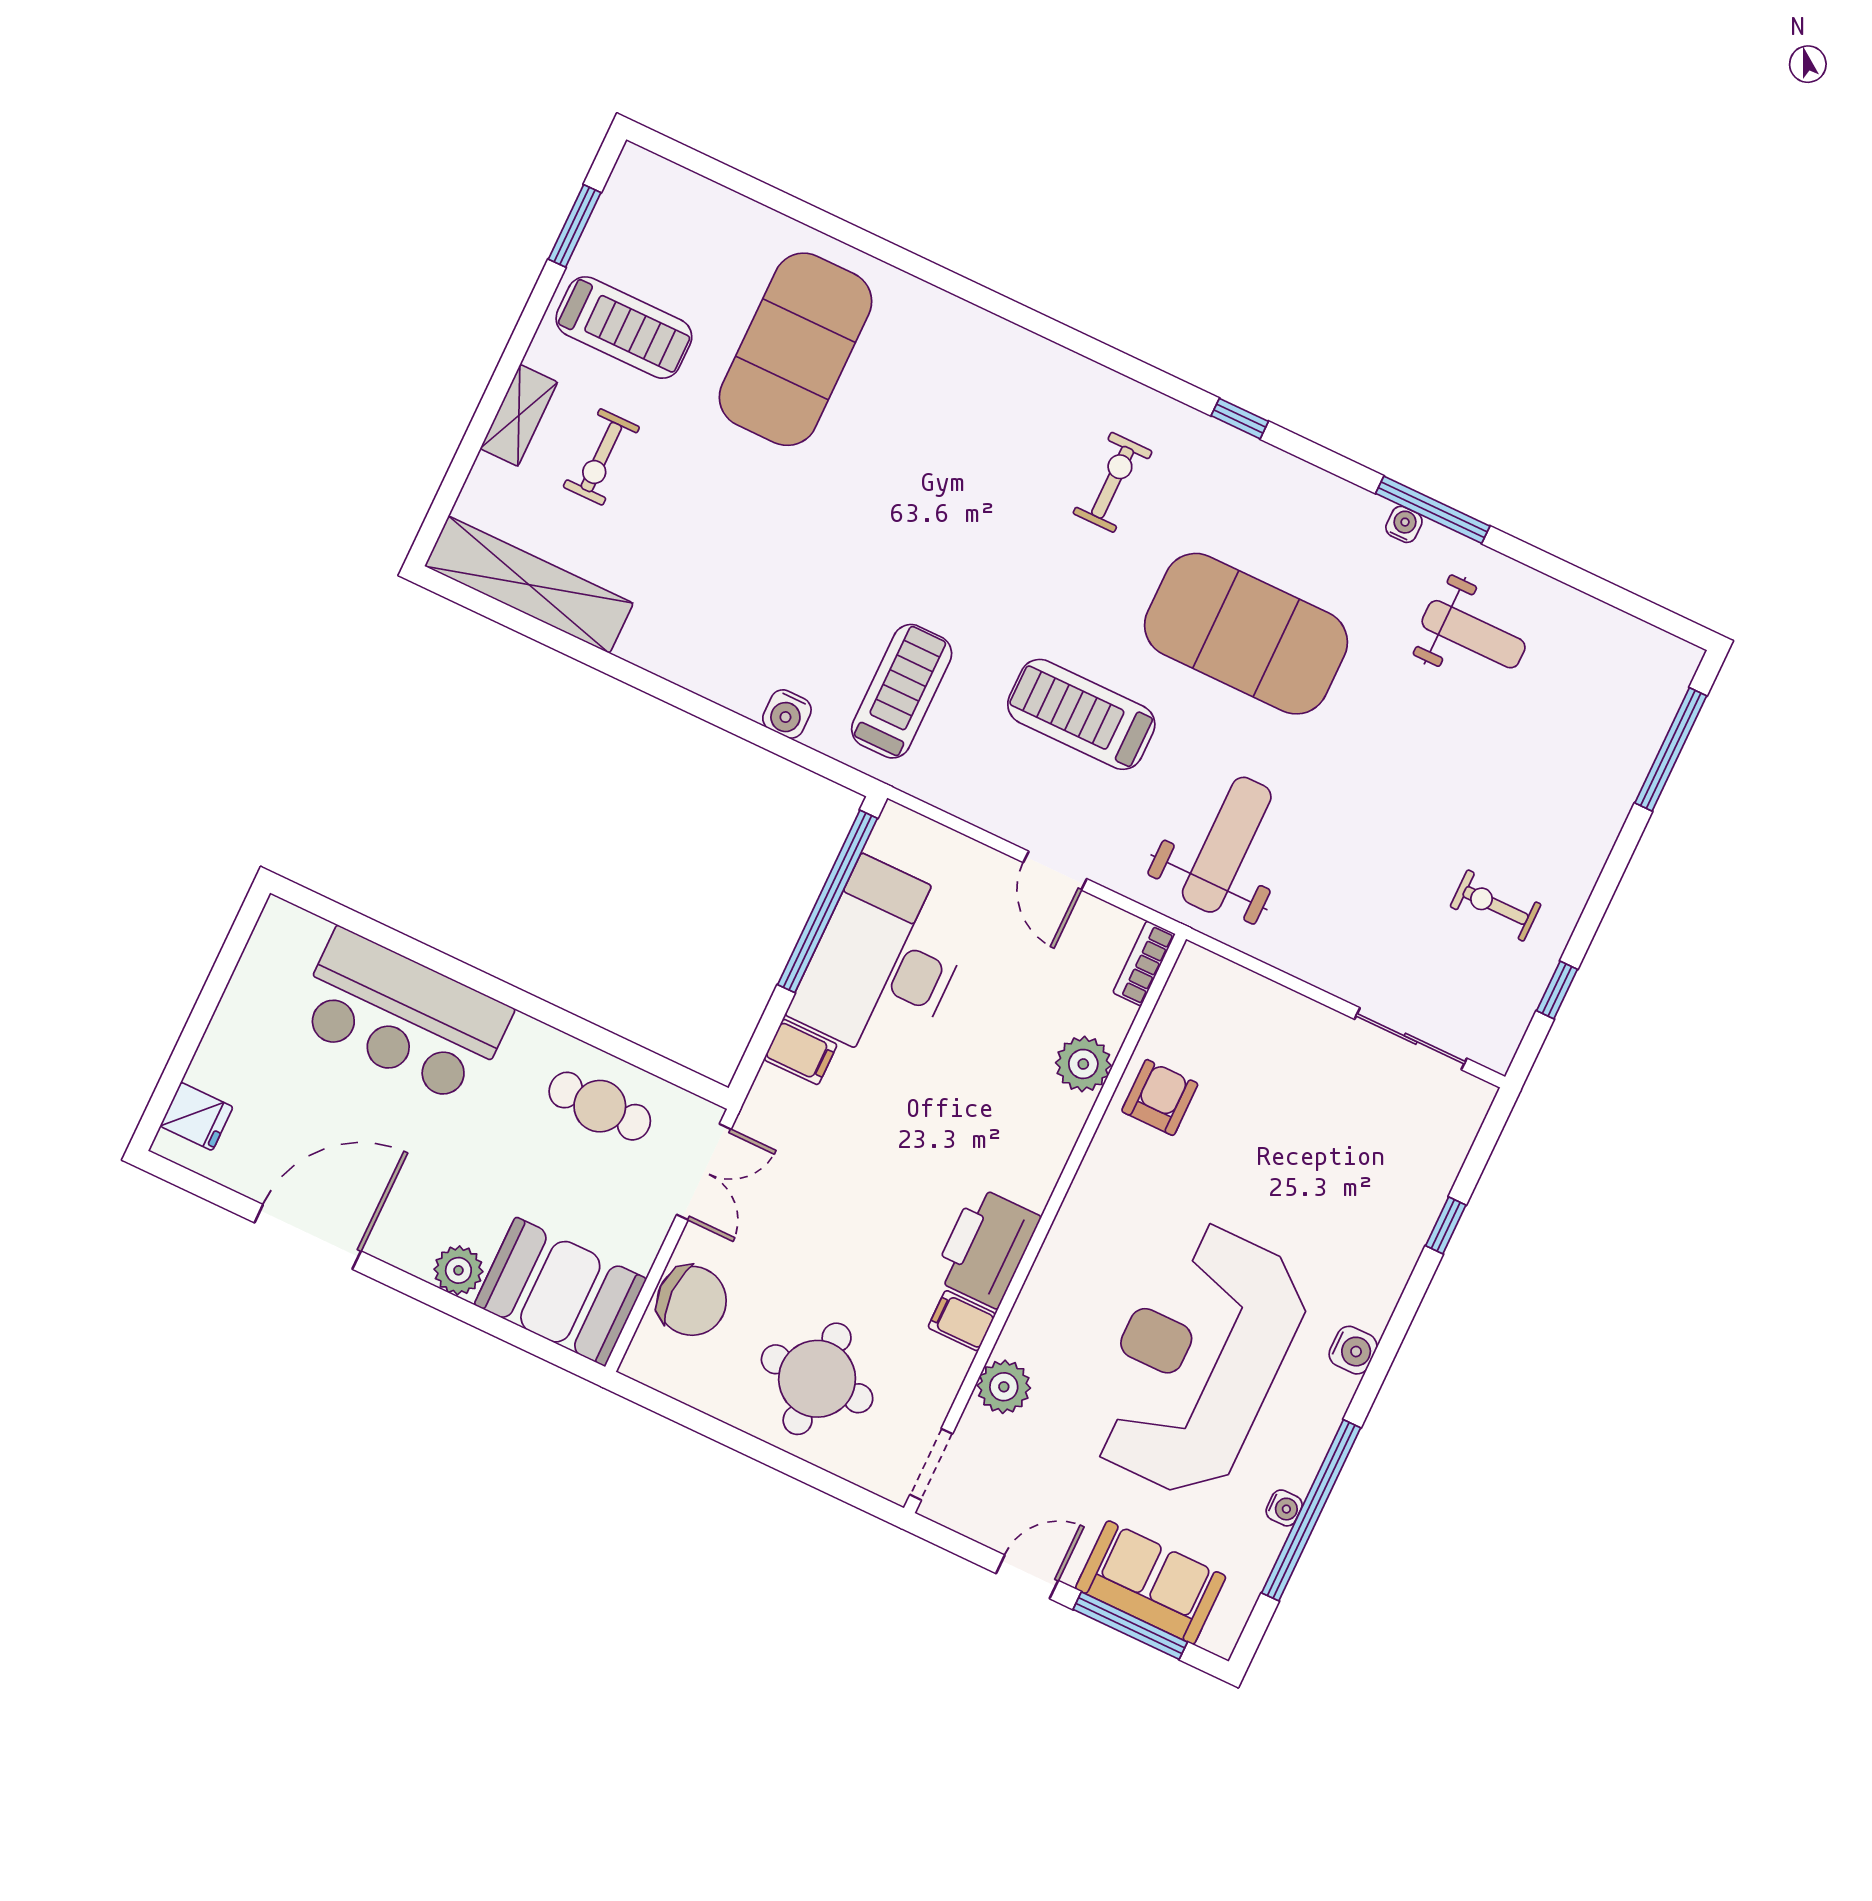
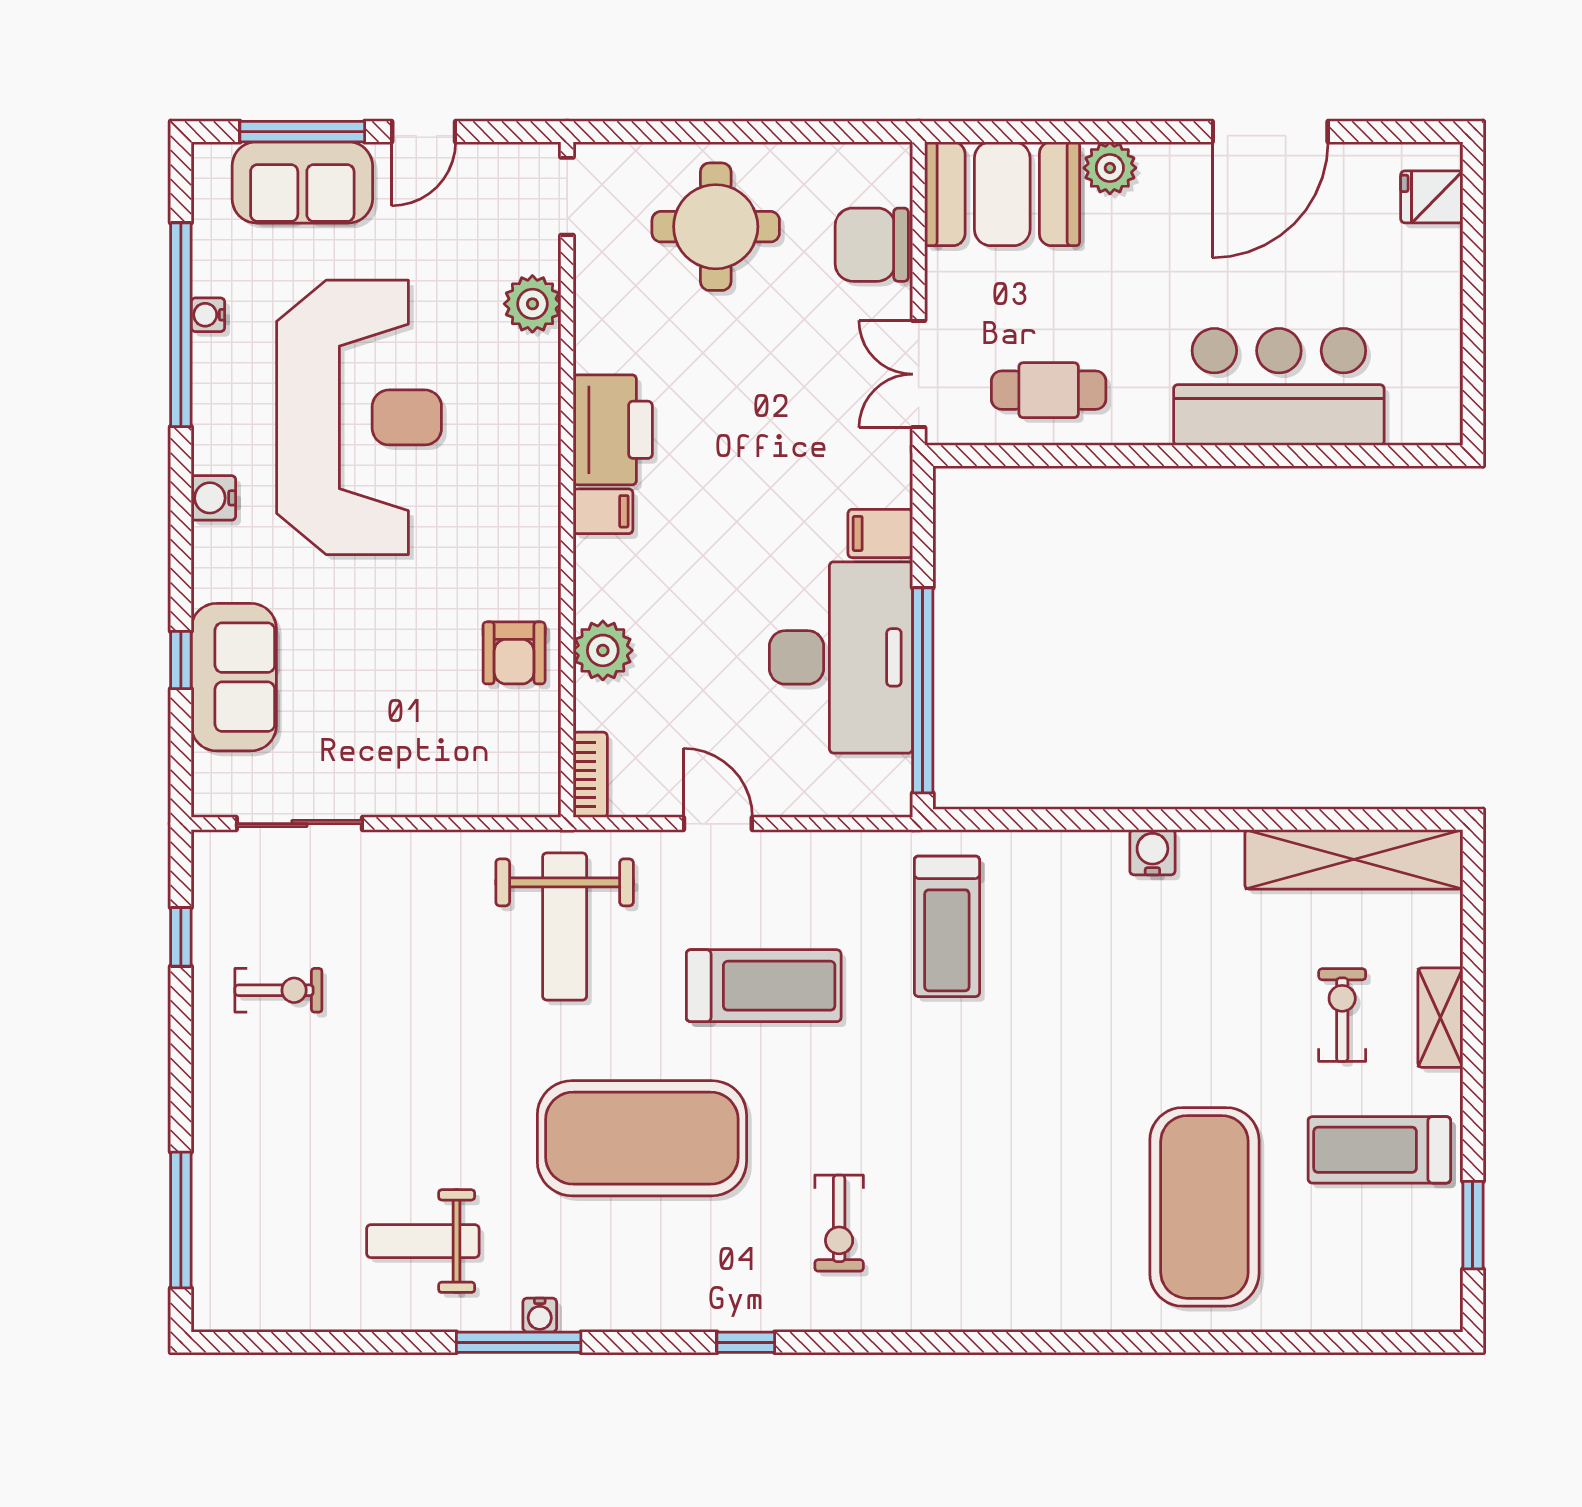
water cooler: (787, 714) -> (1152, 852), moved
sofa: (1408, 1190) -> (234, 677), added
filing cabinet: (962, 1321) -> (603, 511), moved

